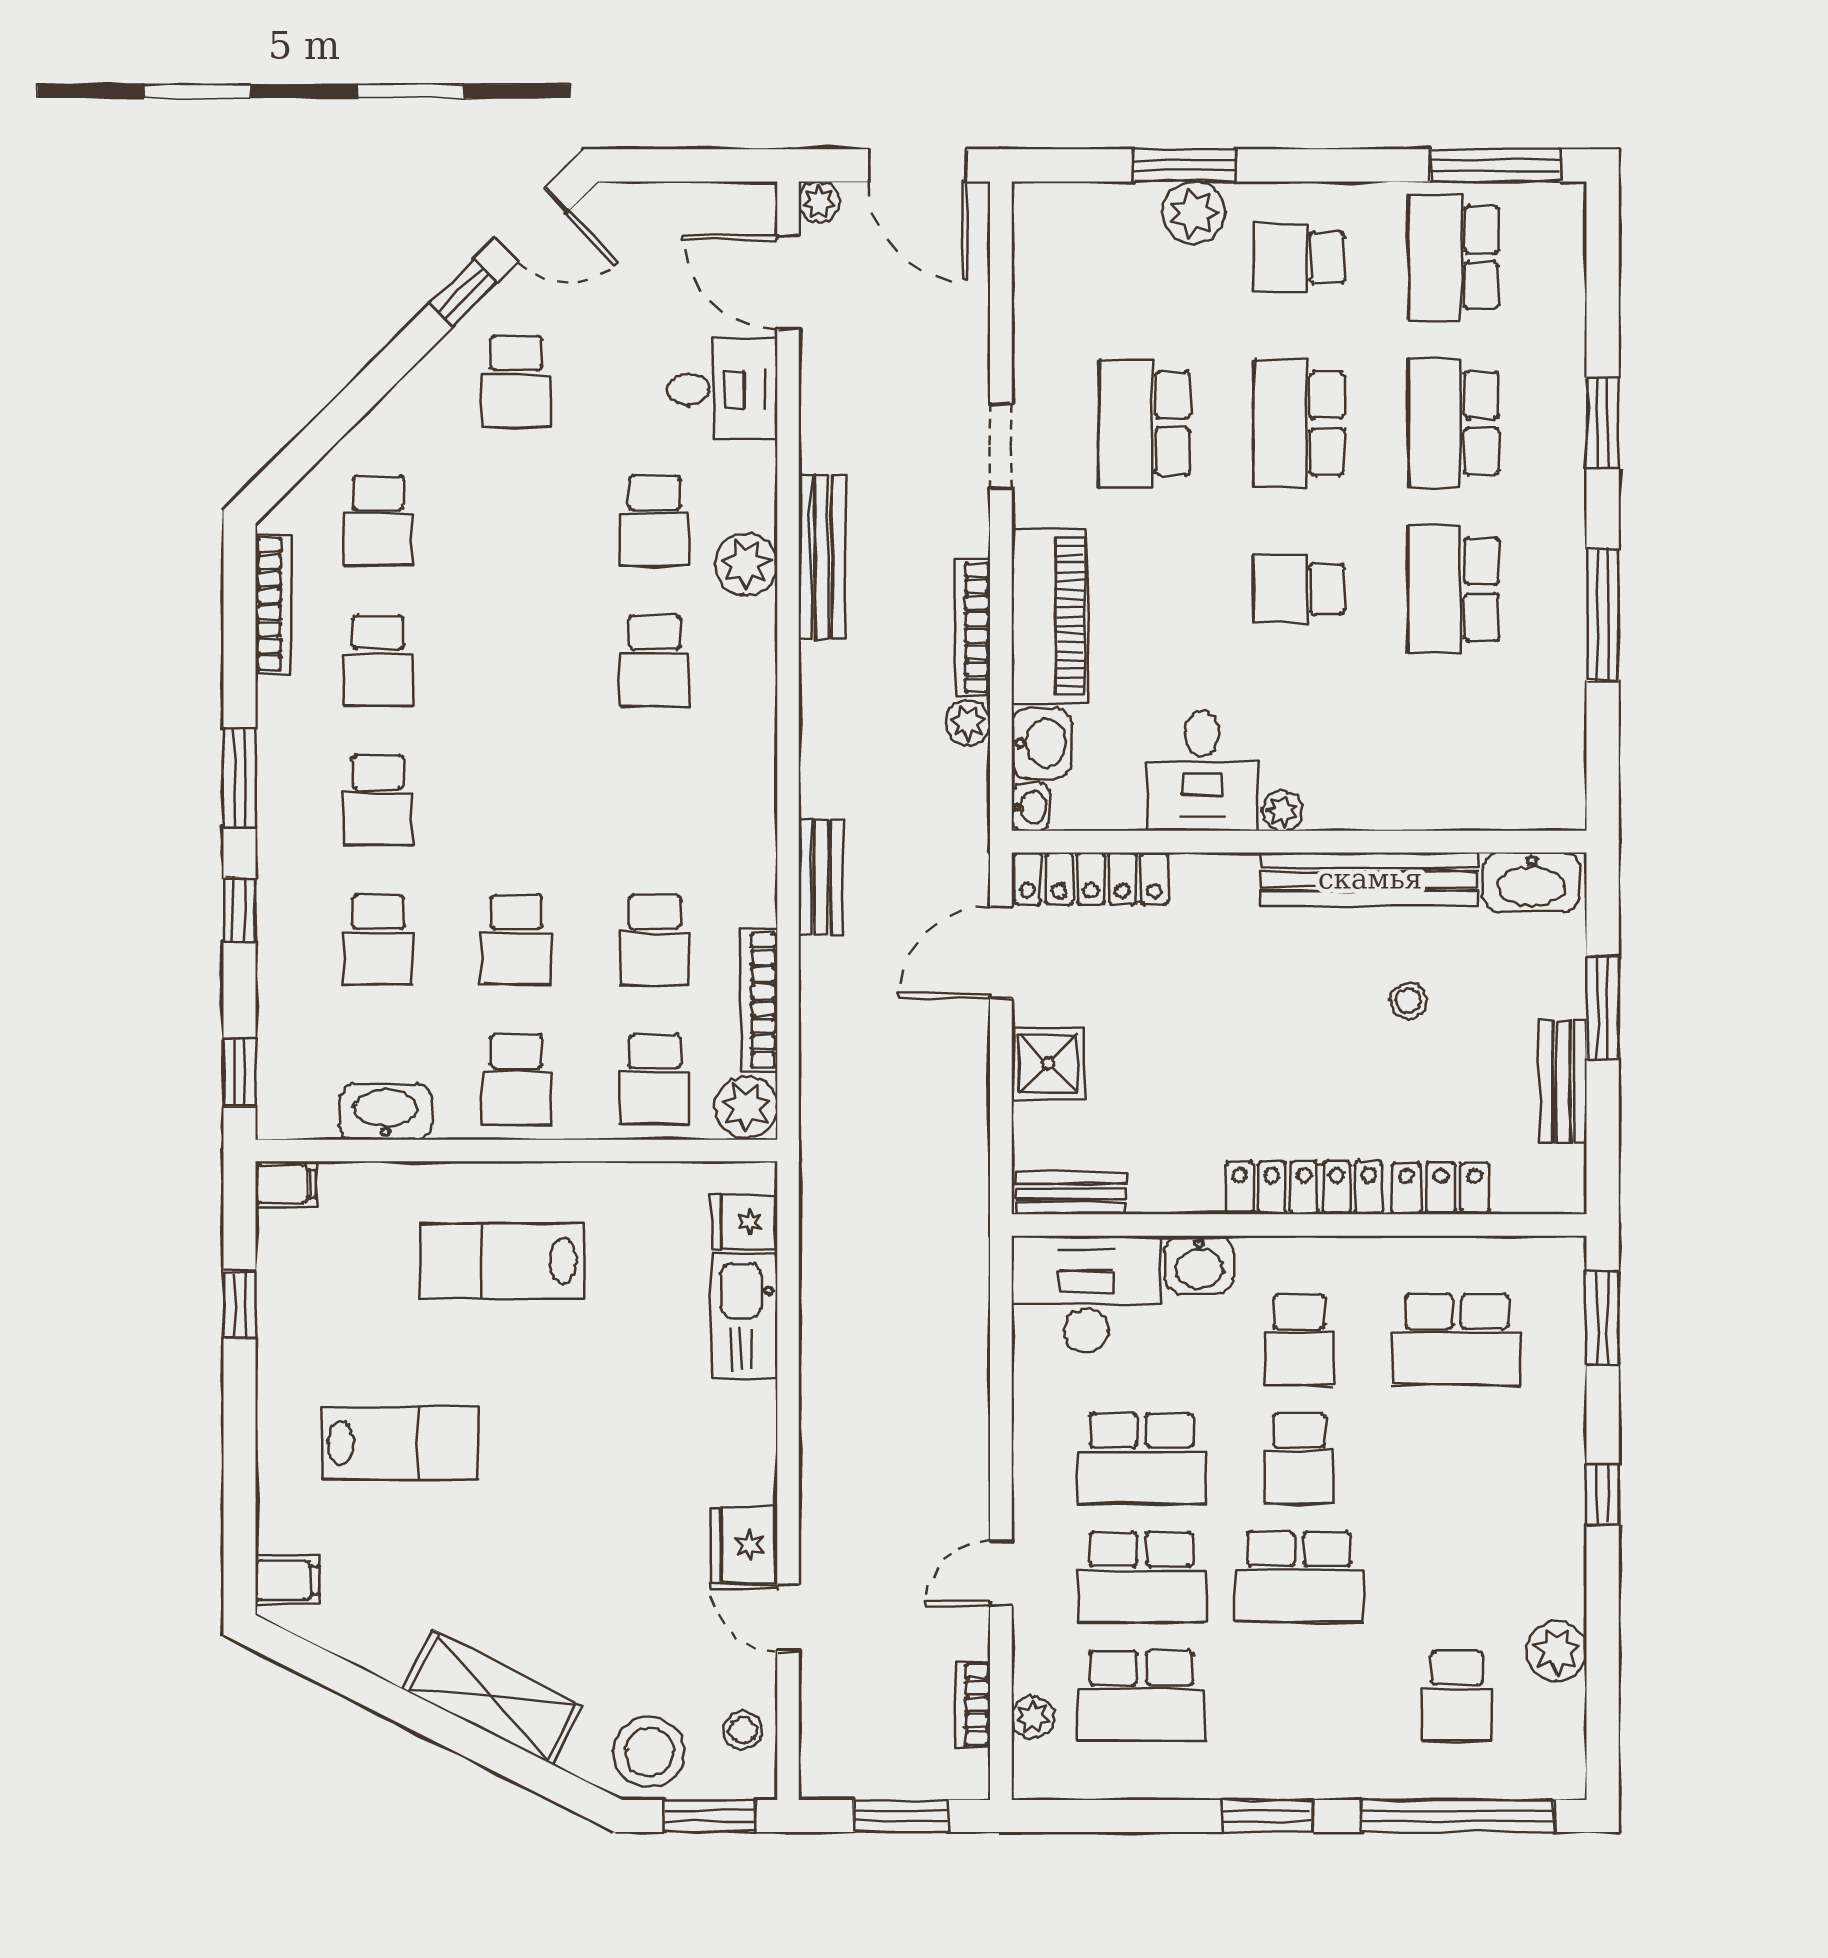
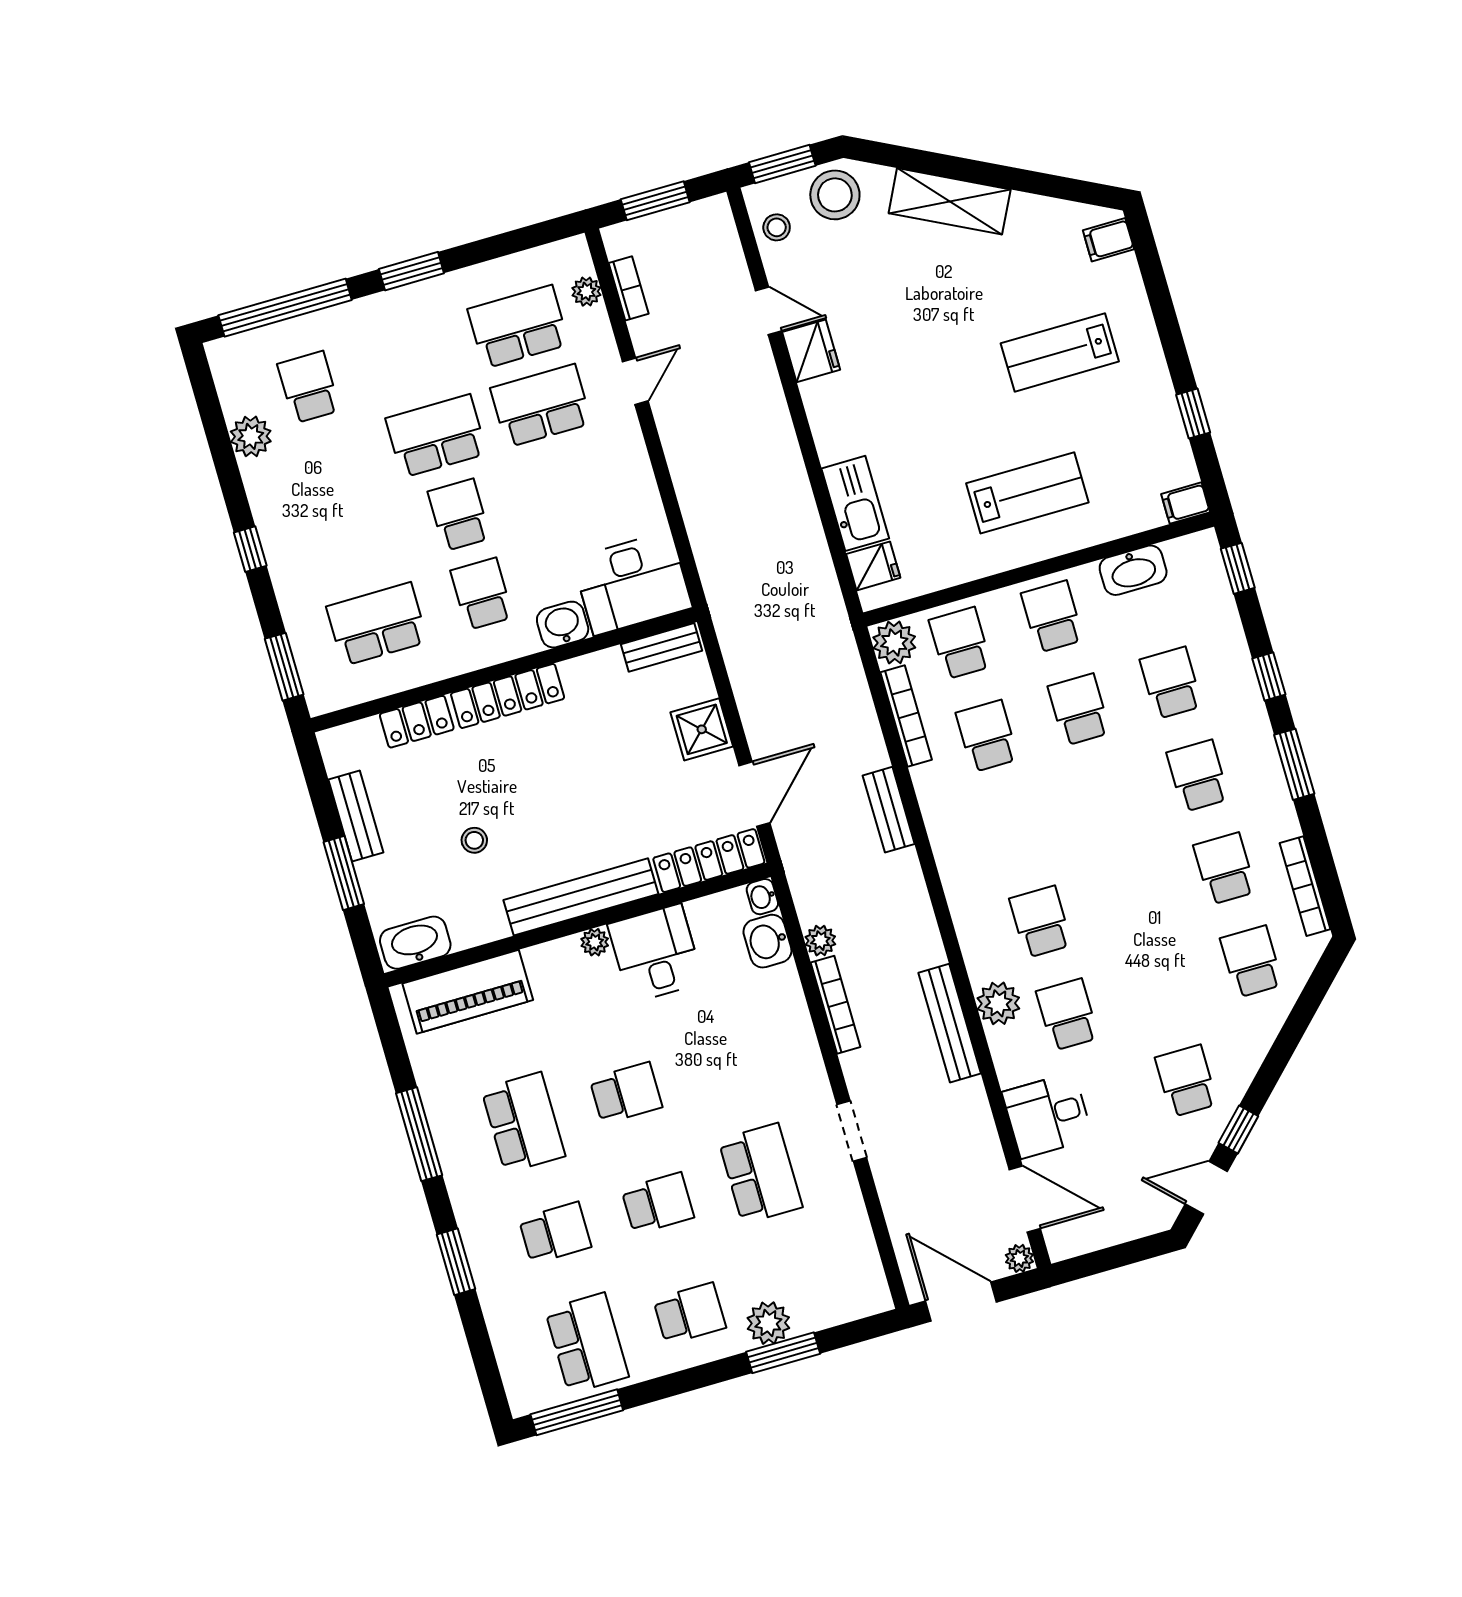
school desk: (1299, 423) -> (658, 1203), width x0.54
school desk: (1454, 423) -> (555, 1233), width x0.54
piano: (1050, 616) -> (468, 992), moved, turned -90
bench: (1370, 879) -> (581, 897), moved
school desk: (1142, 1458) -> (564, 485), removed

